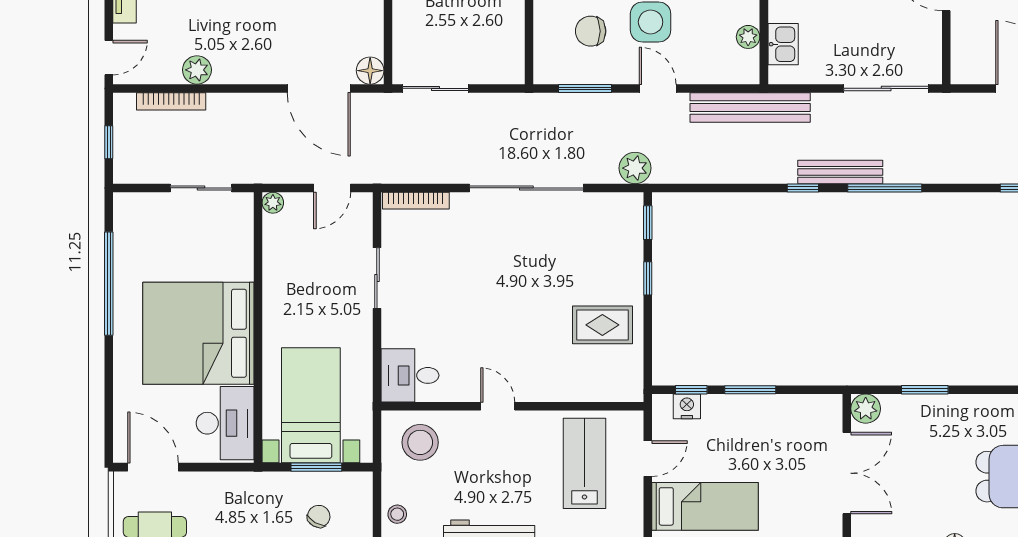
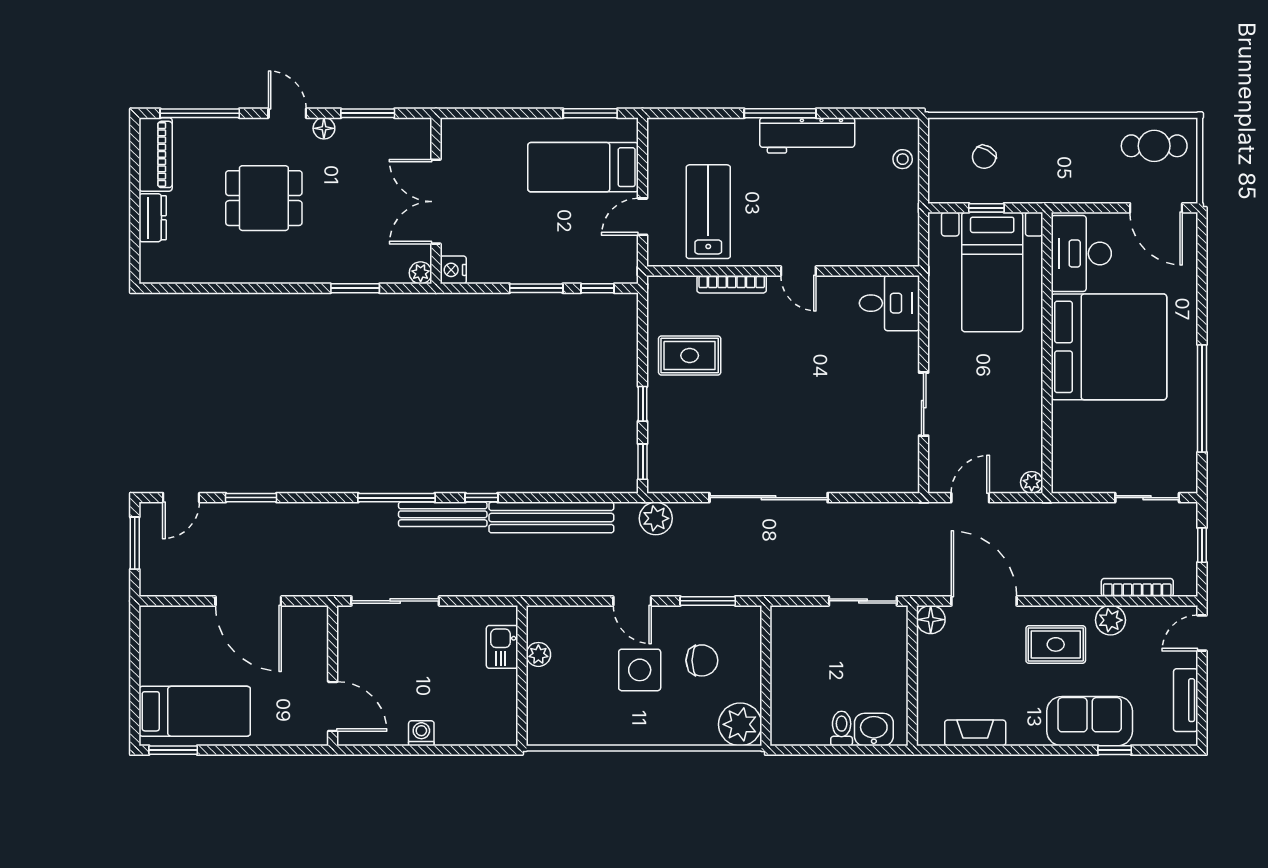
rug: (250, 47) -> (1056, 644), added
bench: (750, 108) -> (551, 517), moved
sliding door: (201, 188) -> (1147, 498), moved
bookcase: (416, 201) -> (732, 284), moved, turned 180
nightstand: (687, 406) -> (453, 270), moved, turned 90
plant: (866, 409) -> (421, 273), width x0.73, depth x0.73
stool: (420, 442) -> (879, 234), removed
lab bench: (584, 463) -> (708, 212), turned 180
window: (316, 467) -> (986, 208), width x0.67

